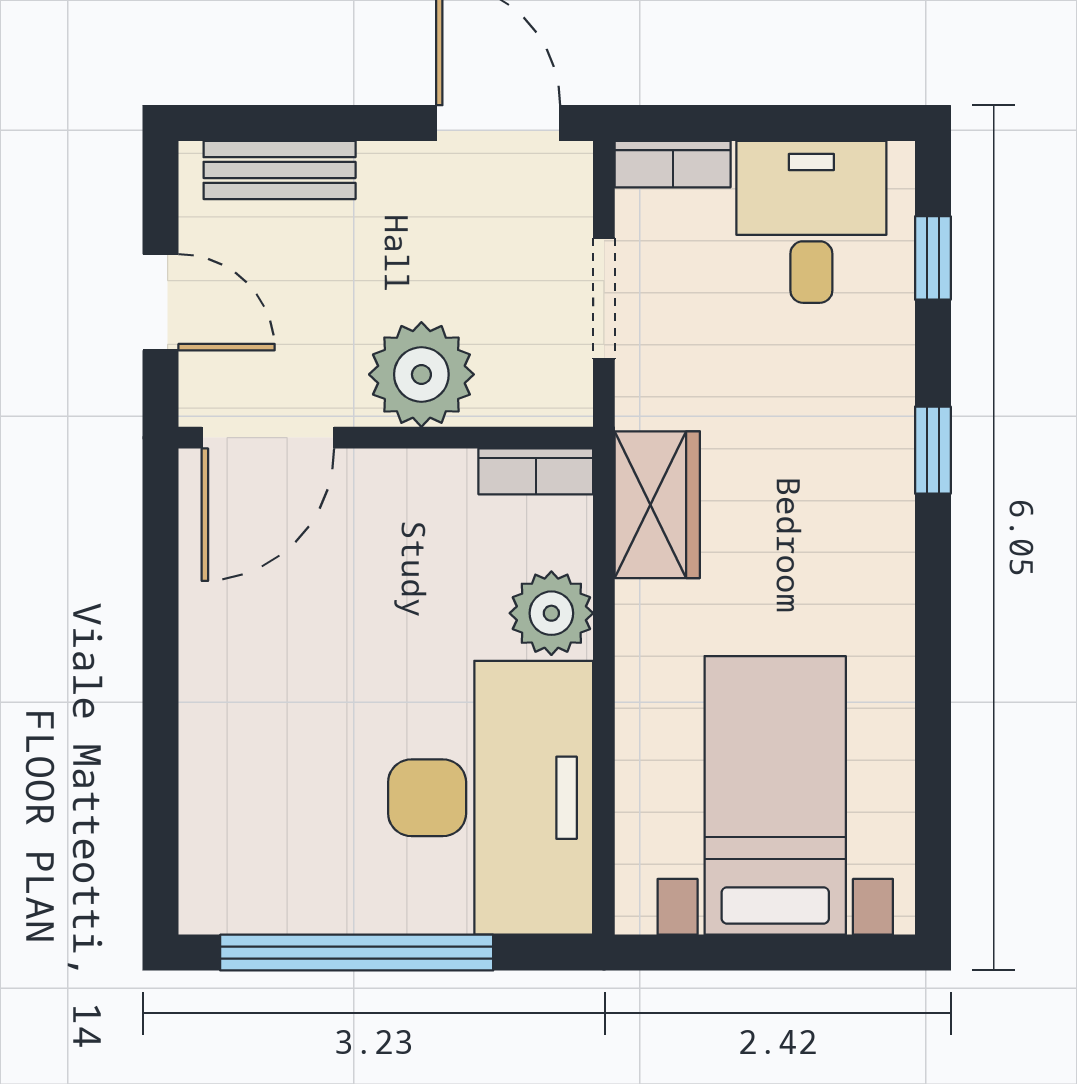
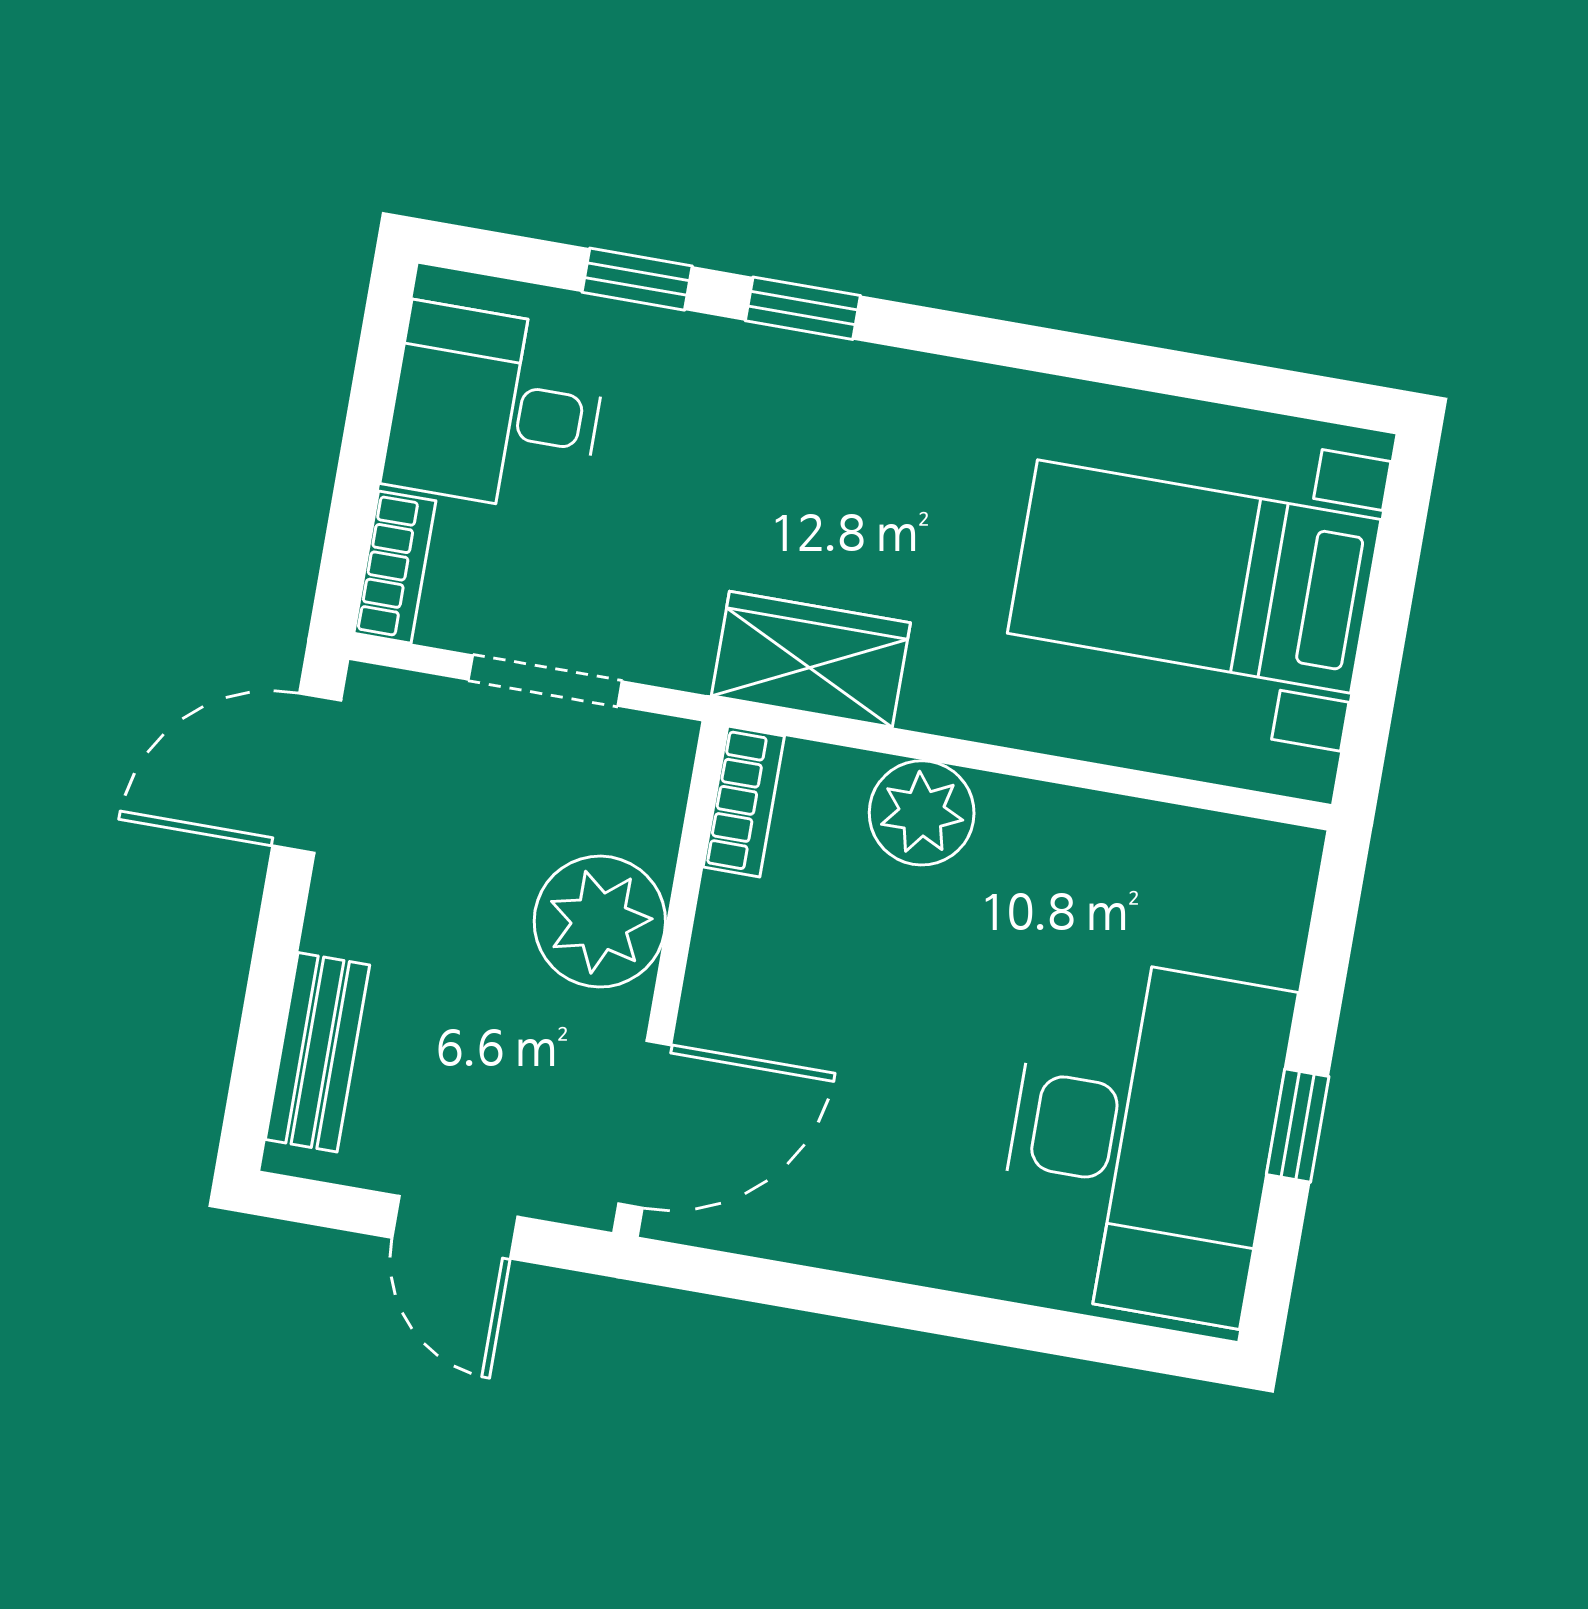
window: (933, 258) -> (637, 279), moved
door: (161, 302) -> (455, 1227), swing flipped
door: (268, 438) -> (645, 1124), hinge flipped
desk: (491, 798) -> (1143, 1139), moved, turned 90
window: (357, 953) -> (1298, 1125), width x0.32

